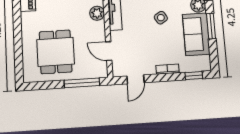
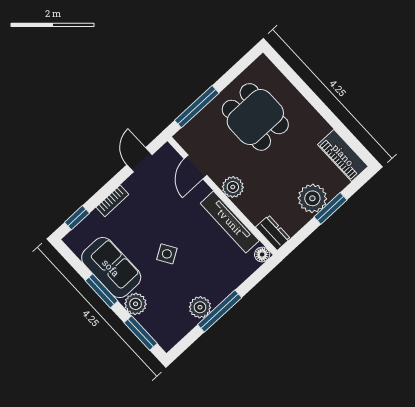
plant: (97, 13) -> (233, 187), moved
door: (109, 51) -> (196, 167), swing flipped

